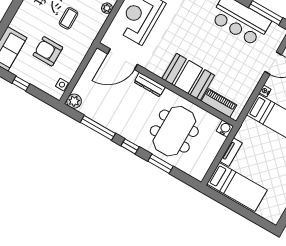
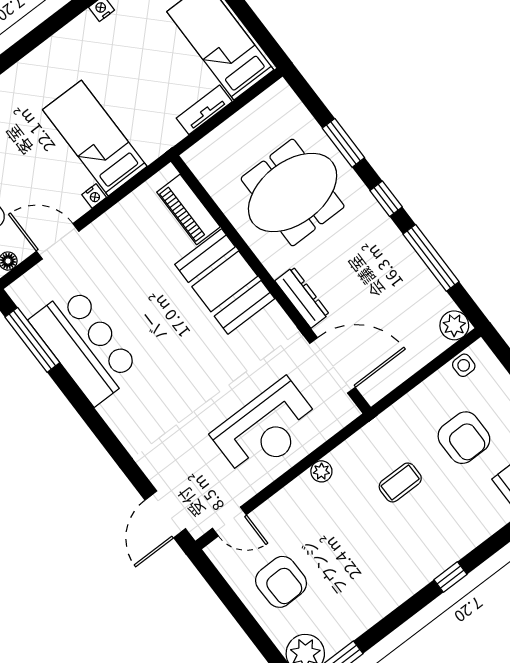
water cooler: (225, 129) -> (197, 158), removed

